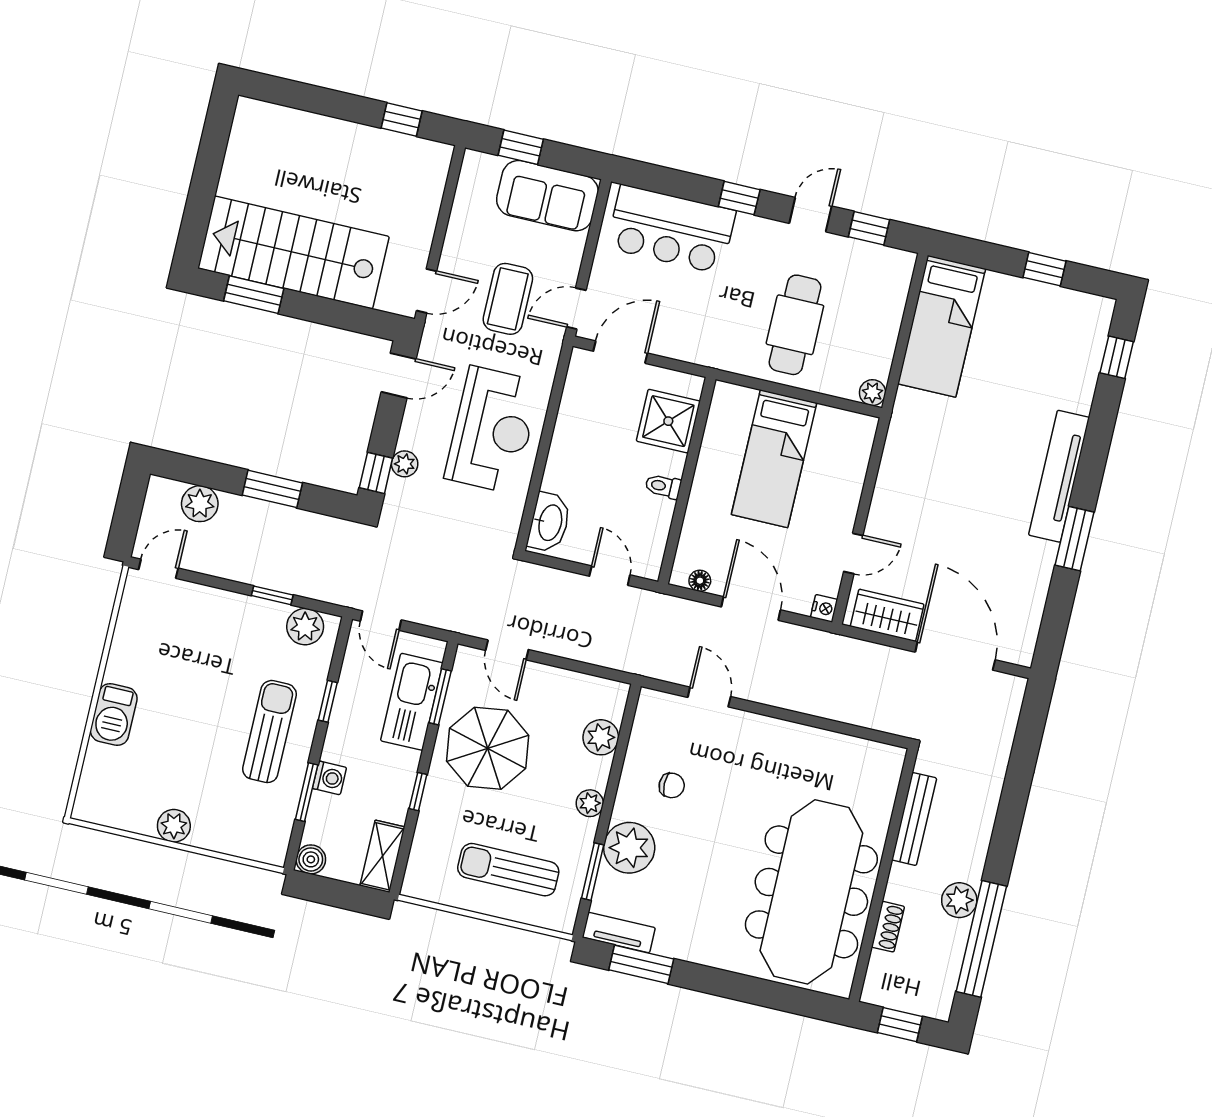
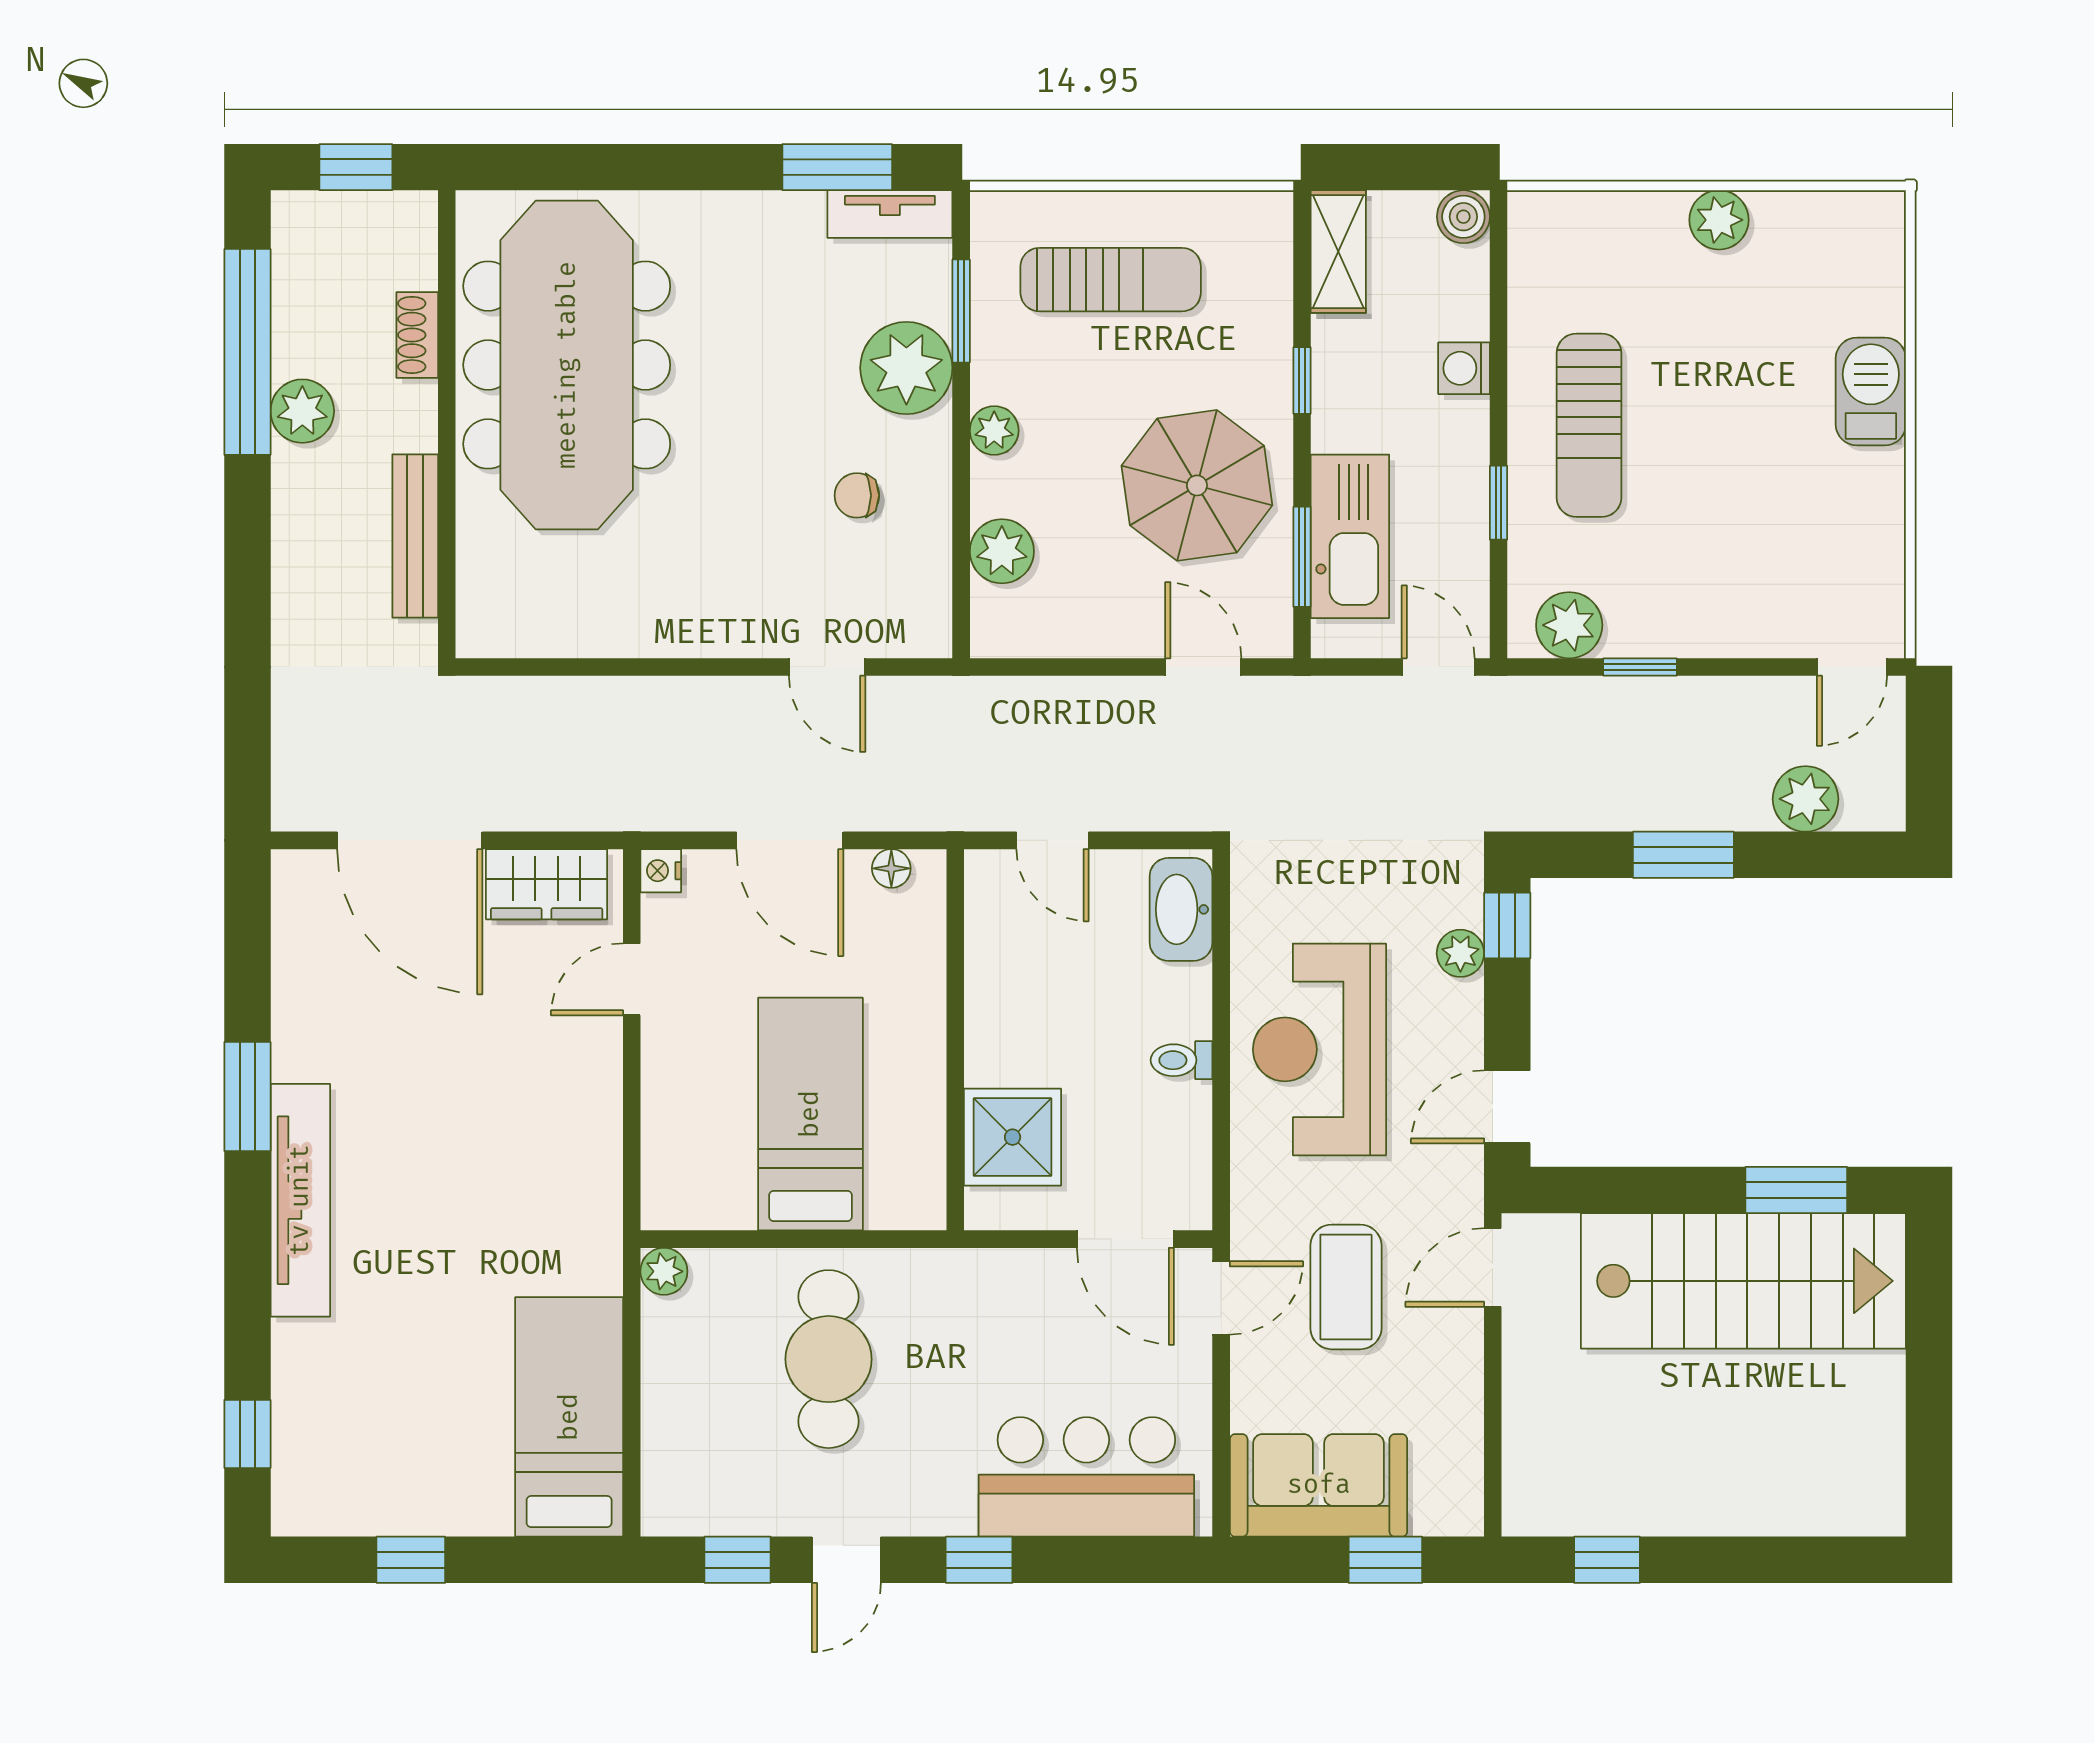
door: (620, 352) -> (1125, 1239), hinge flipped
toilet: (663, 486) -> (1182, 1060), moved, turned 180
window: (307, 792) -> (1499, 334), removed

